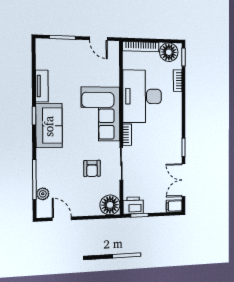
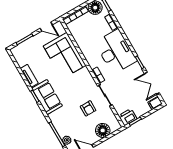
desk: (142, 96) -> (116, 52), moved, turned 180
corner sofa: (100, 114) -> (65, 56), moved
floor lamp: (110, 205) -> (103, 130), moved

